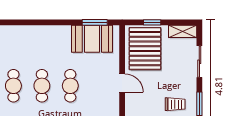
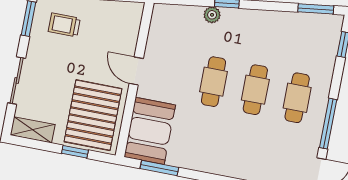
booth: (92, 39) -> (150, 131), moved, turned 90

